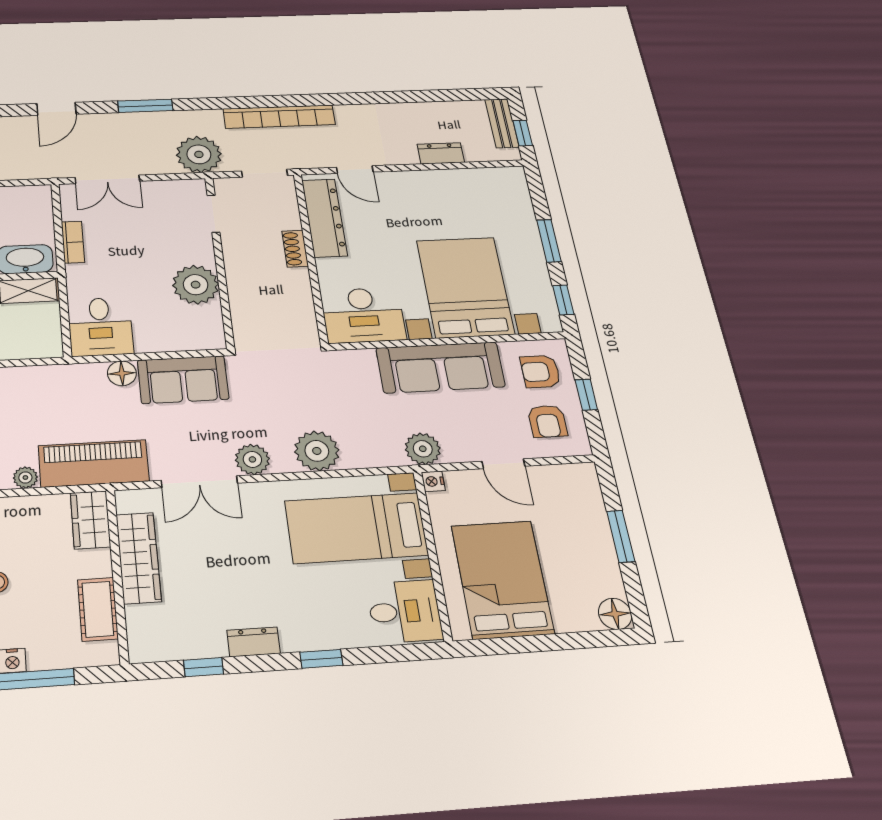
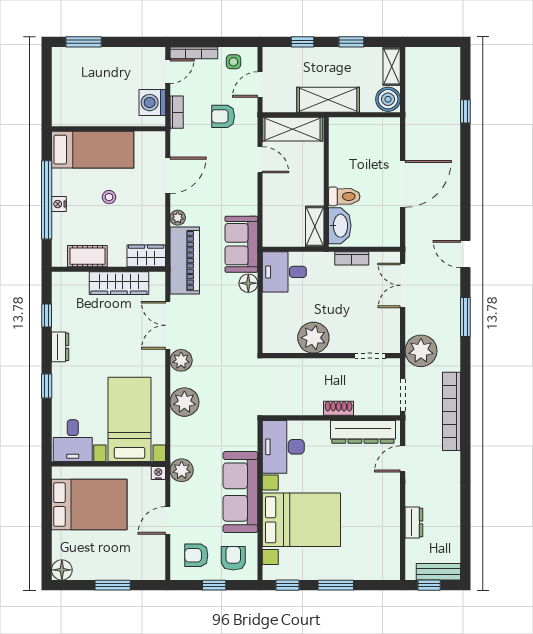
sofa: (183, 380) -> (241, 244), moved

